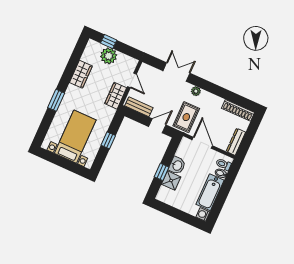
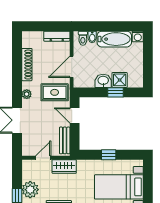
shoe rack: (238, 110) -> (27, 65), moved

